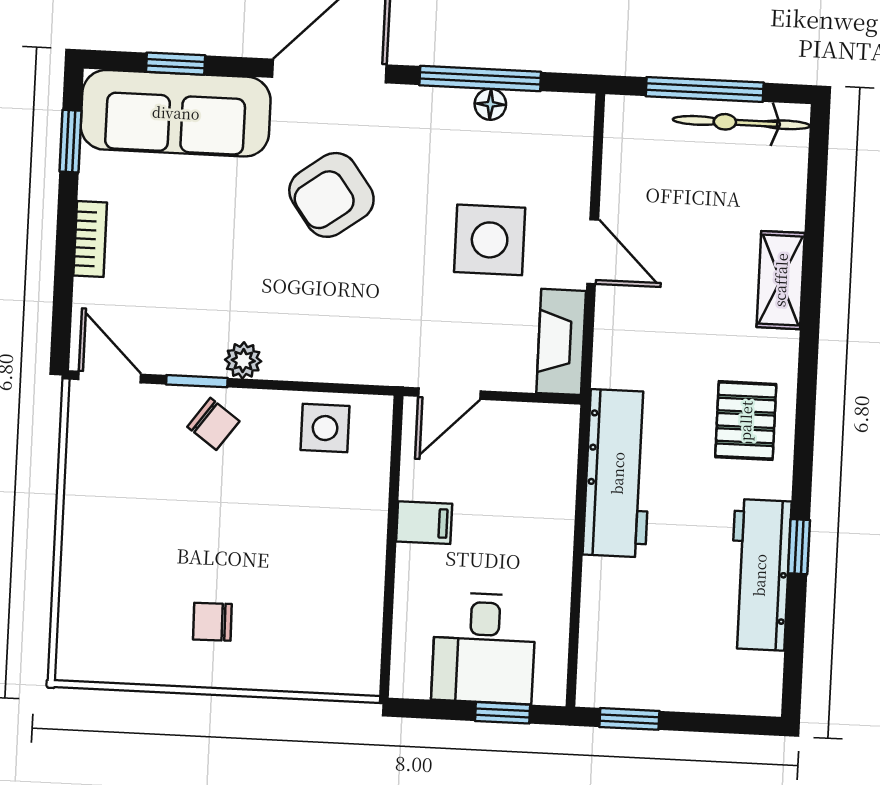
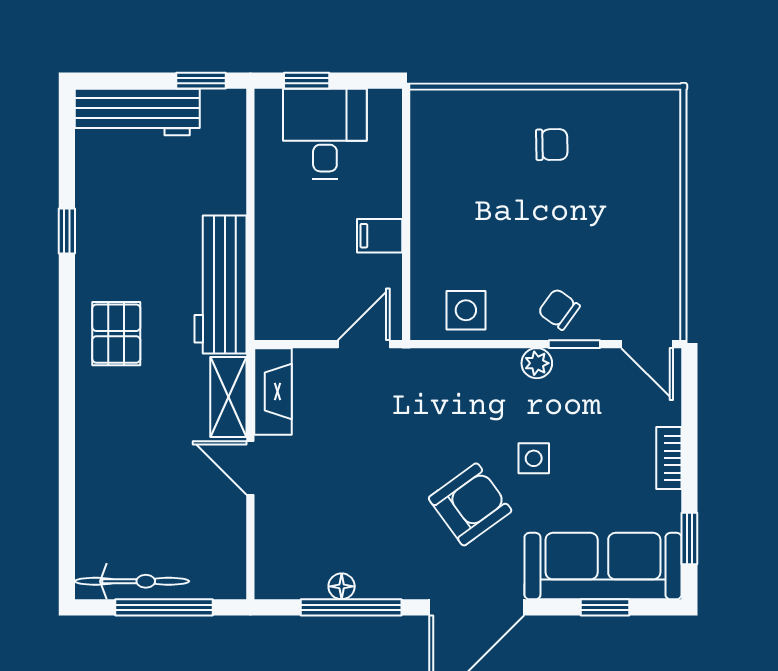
side table: (490, 240) -> (534, 458), moved, width x0.54, depth x0.54
shelving: (781, 280) -> (228, 397), moved
workbench: (760, 575) -> (137, 112), moved, turned 90

